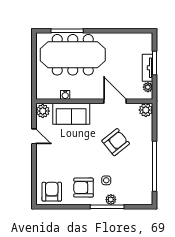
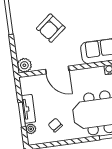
chair: (124, 49) -> (55, 125), added
plant: (148, 87) -> (31, 129), moved

